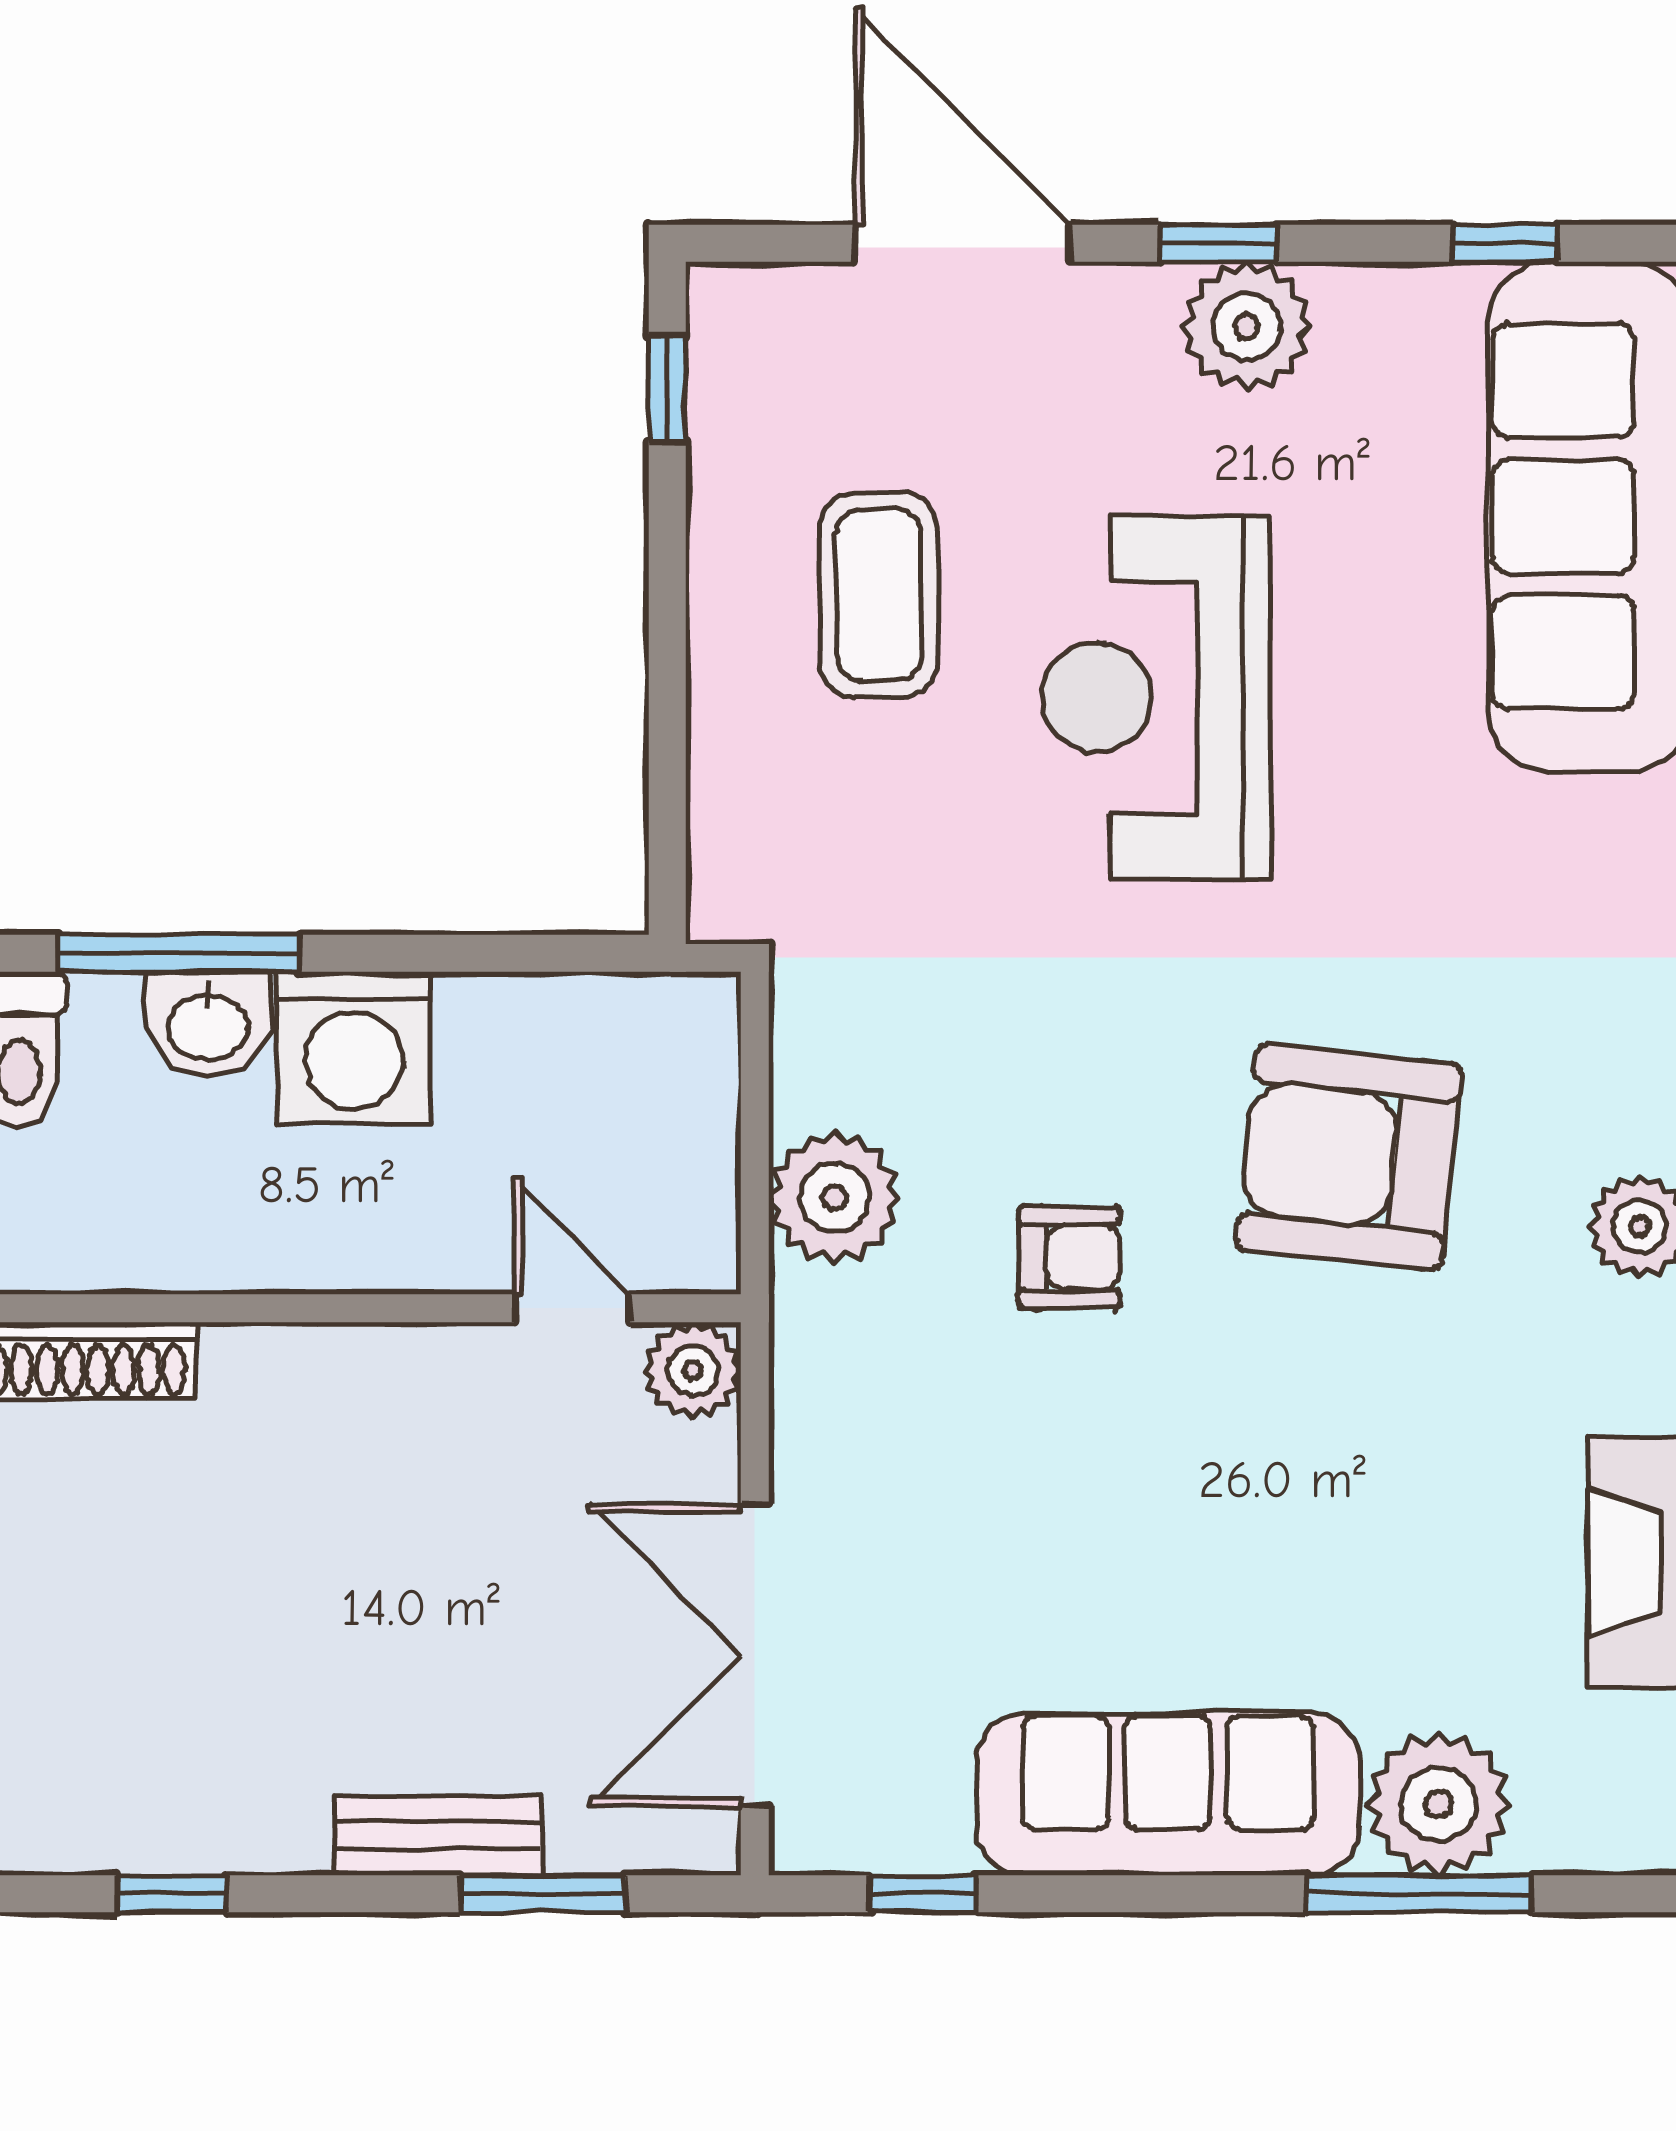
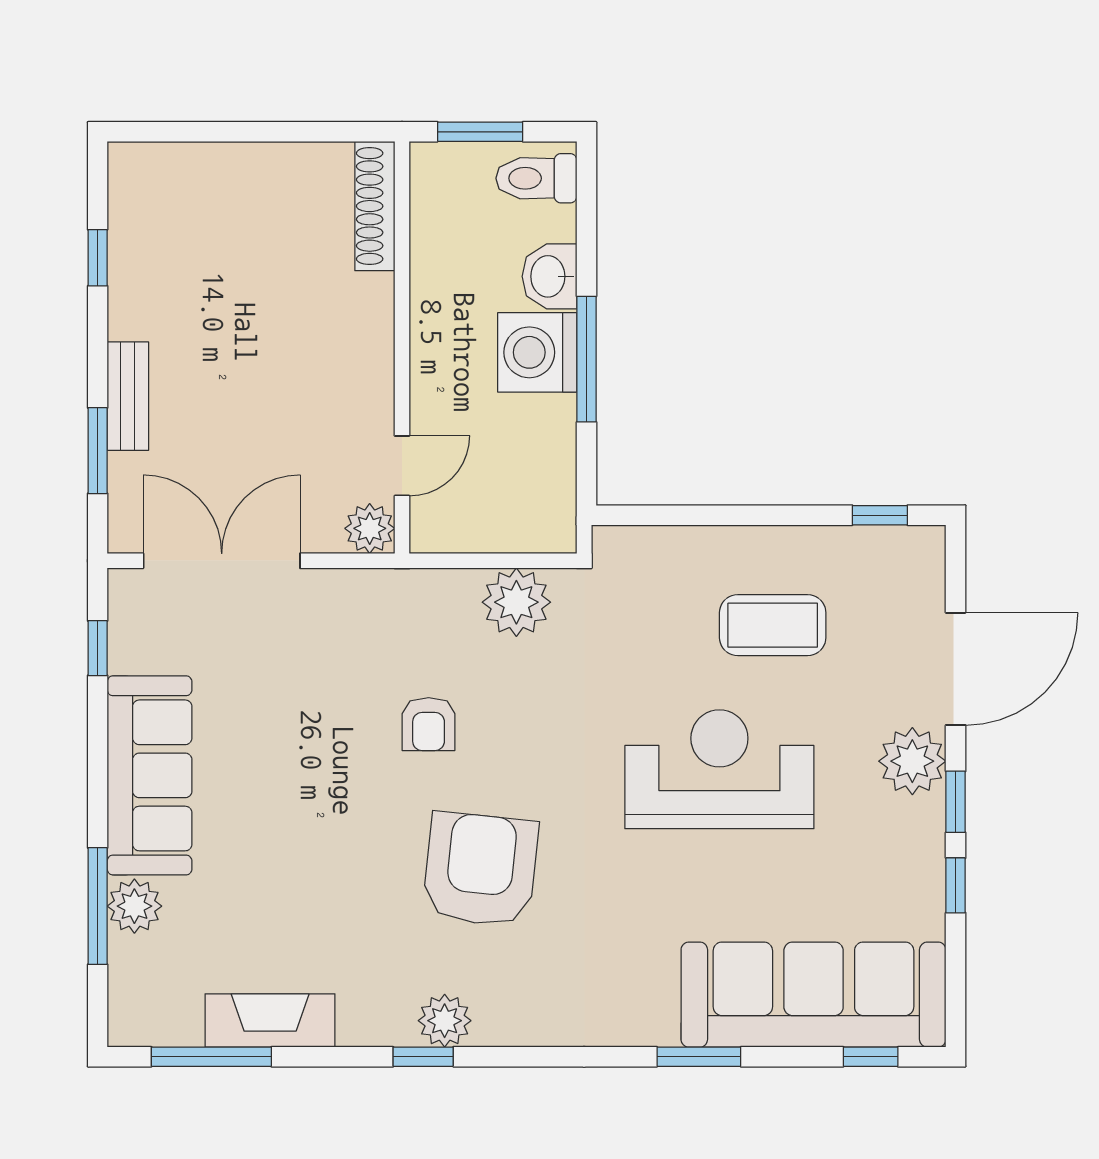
window: (1505, 243) -> (956, 885), moved
plant: (1247, 327) -> (912, 761), moved
window: (179, 953) -> (587, 359), moved
plant: (835, 1198) -> (516, 602), moved
plant: (1438, 1804) -> (134, 906), width x0.73, depth x0.73

